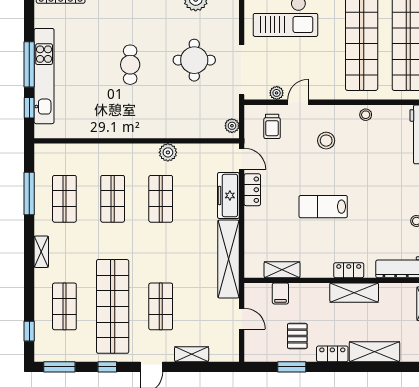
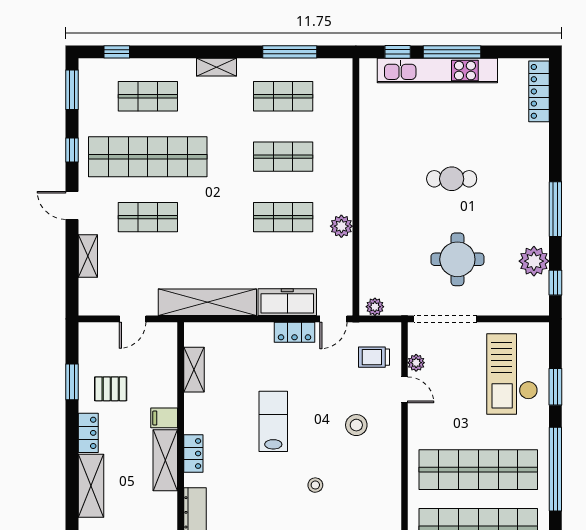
stool: (366, 115) -> (315, 485), moved
filing cabinet: (280, 293) -> (164, 418), moved

